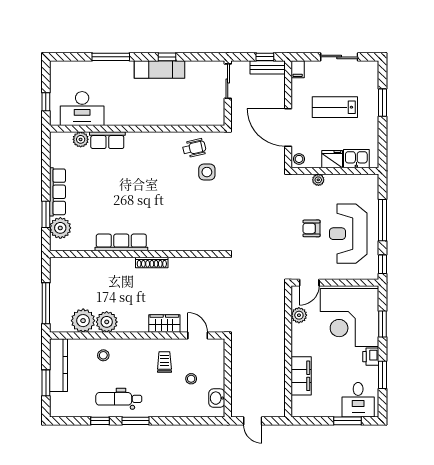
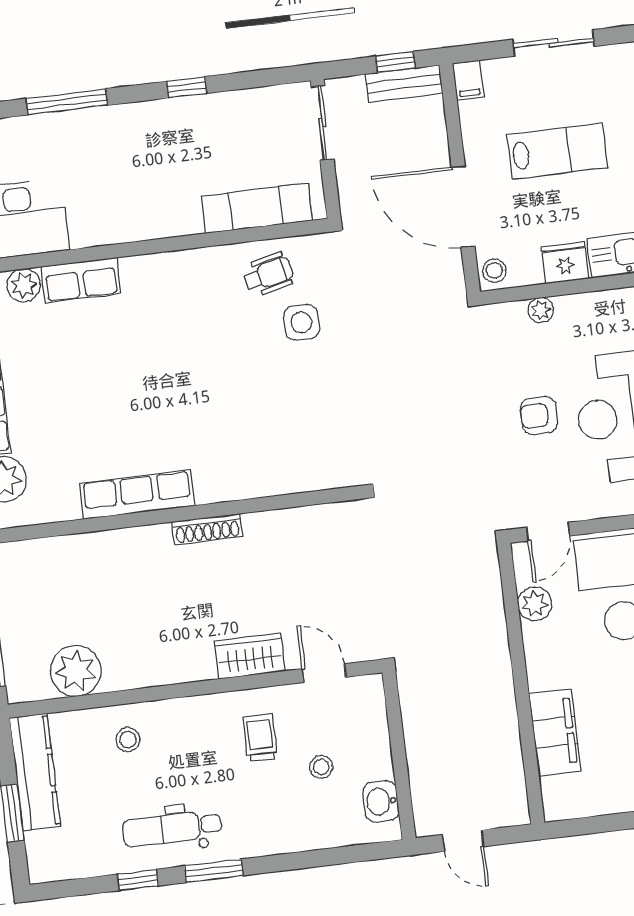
exam couch: (160, 70) -> (257, 208), moved, turned 180
lab bench: (335, 107) -> (557, 151), turned 180
plant: (107, 322) -> (127, 667), removed

